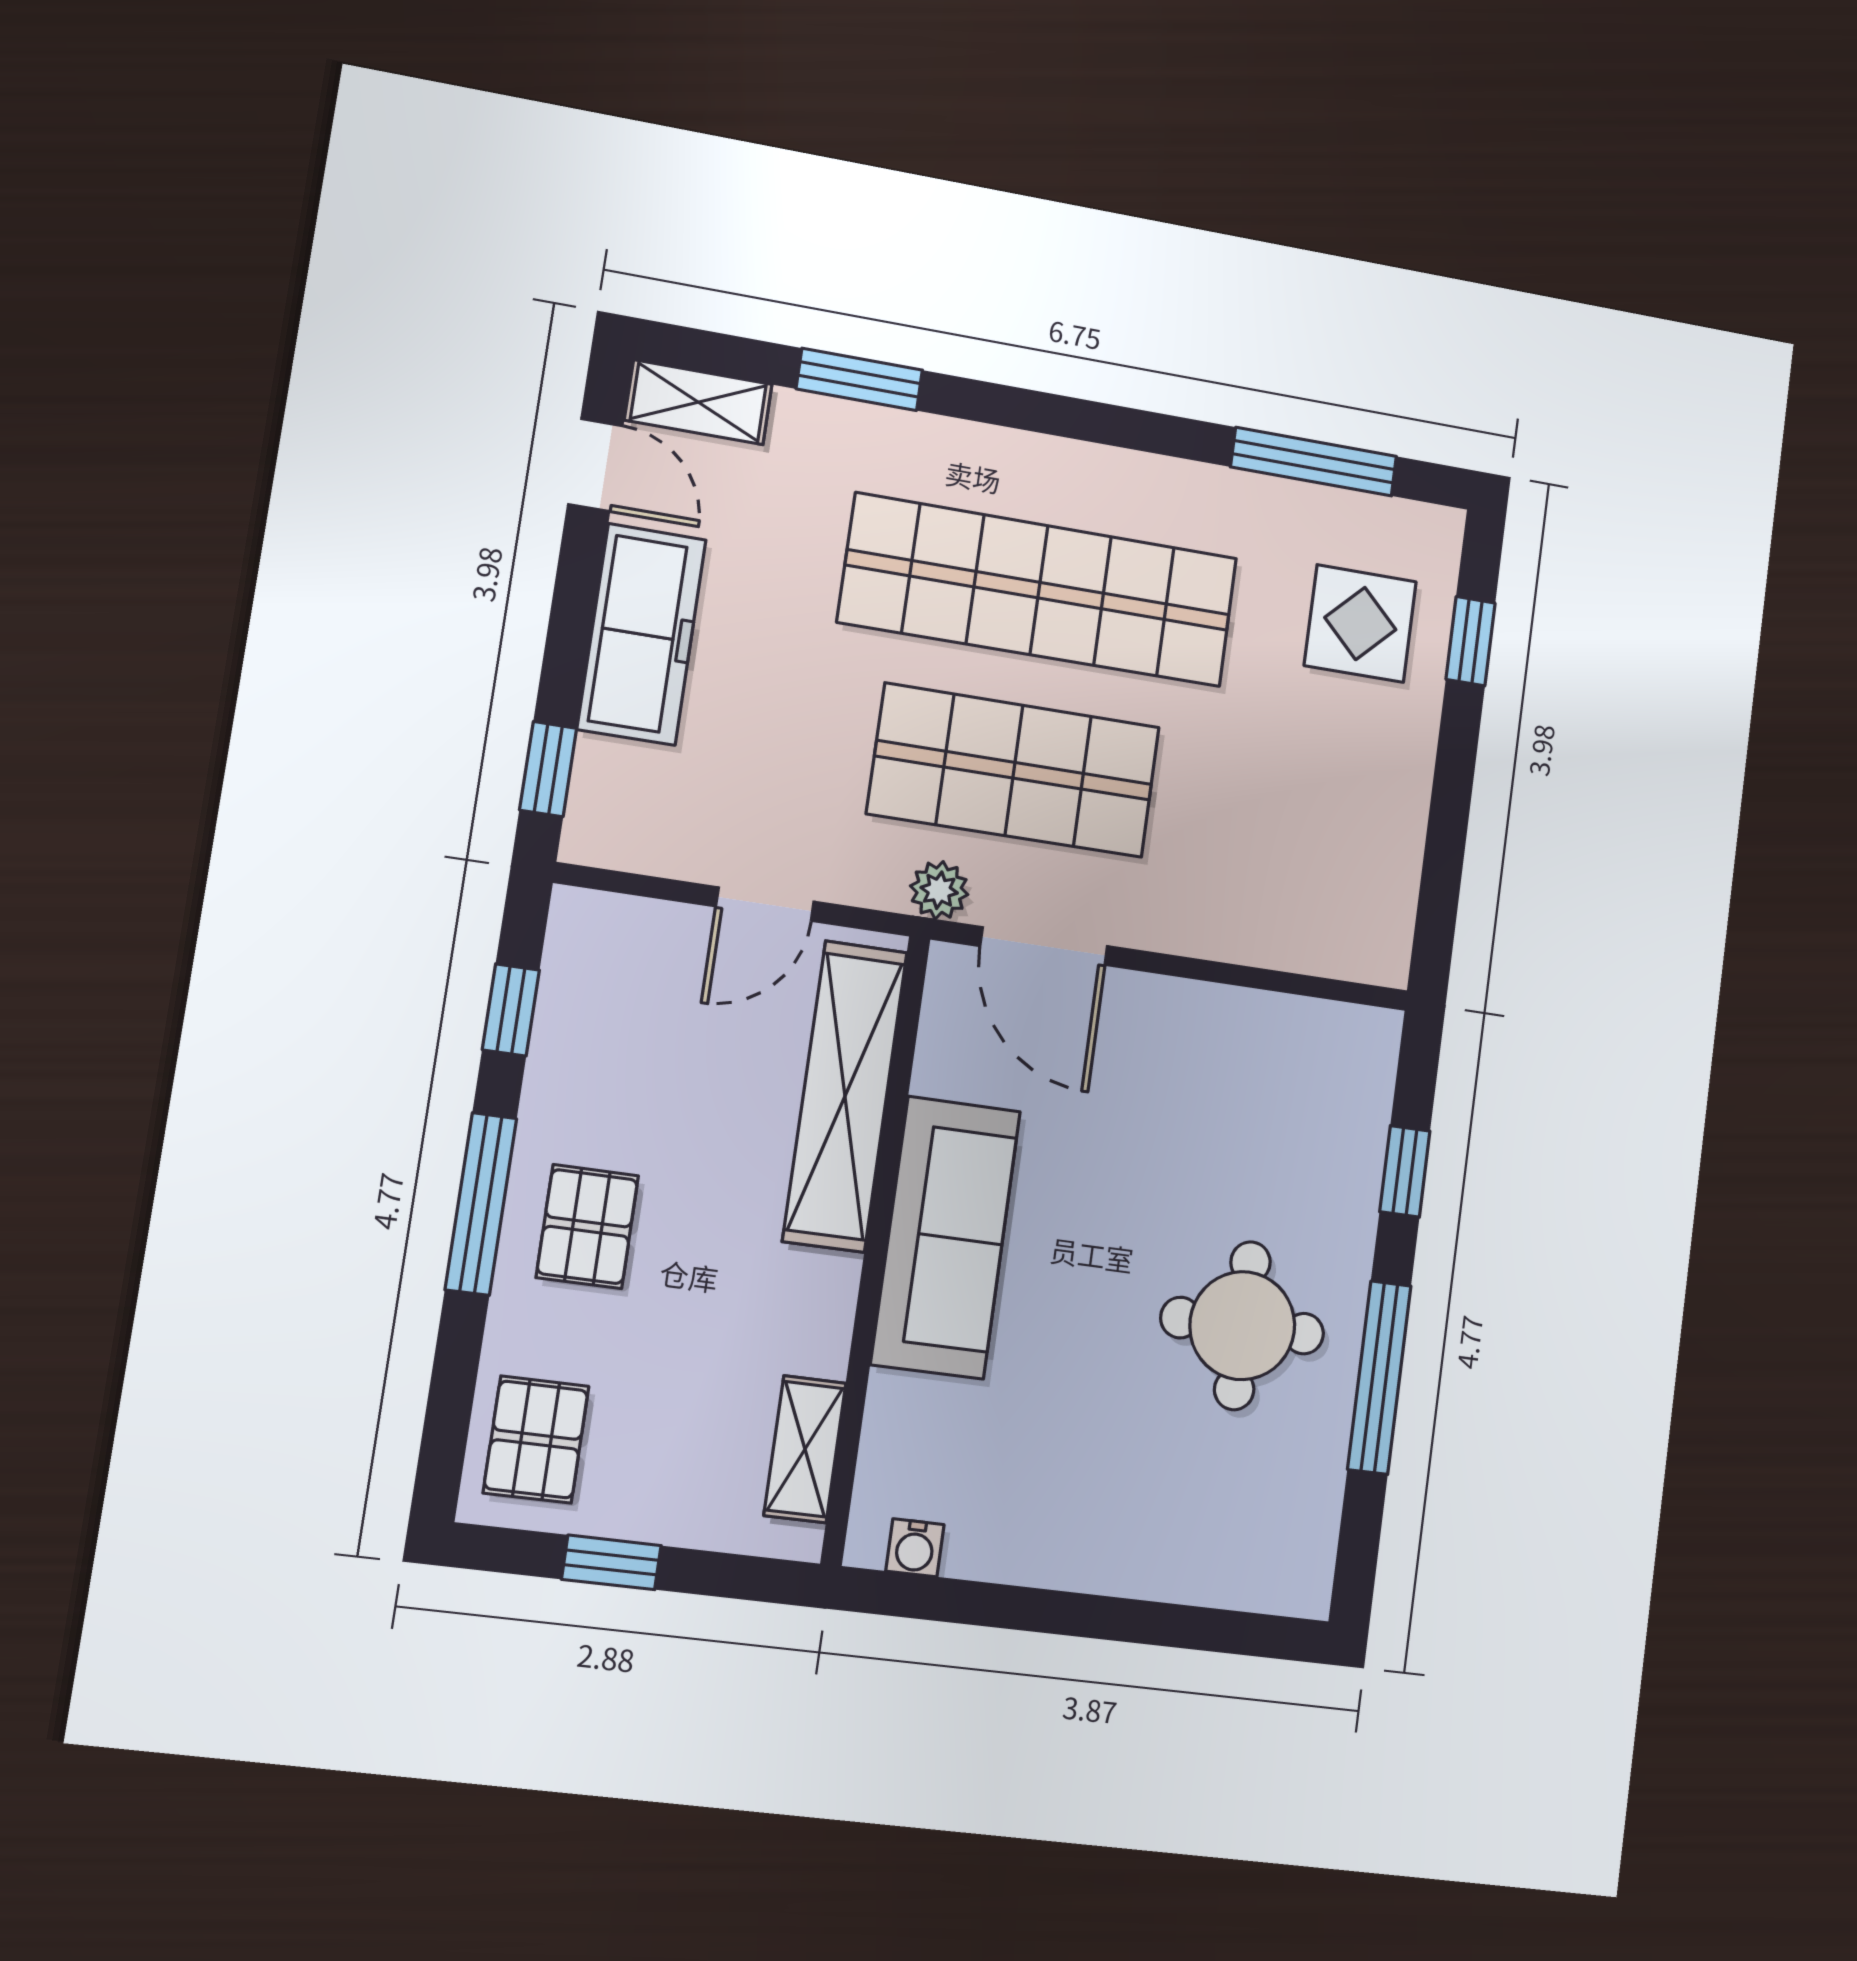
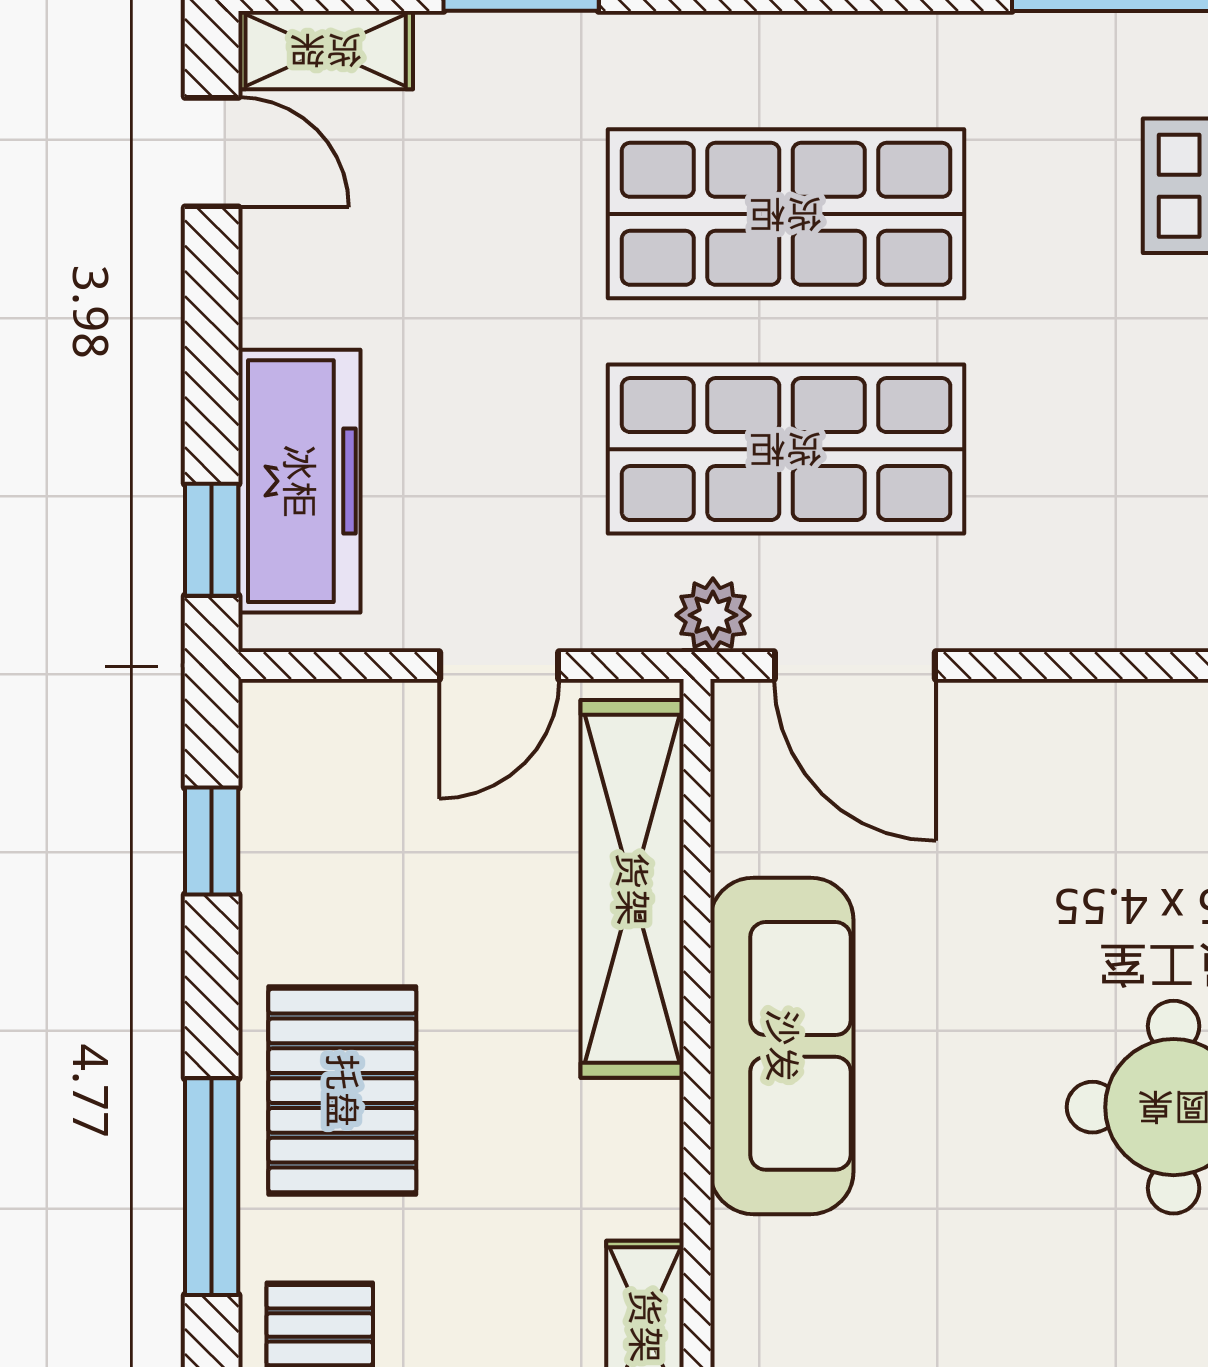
shop shelf: (1039, 590) -> (786, 214), width x0.71
freezer: (642, 634) -> (299, 481), moved
window: (481, 1204) -> (212, 1187), moved
pallet: (587, 1227) -> (342, 1091), width x1.50, depth x1.42

